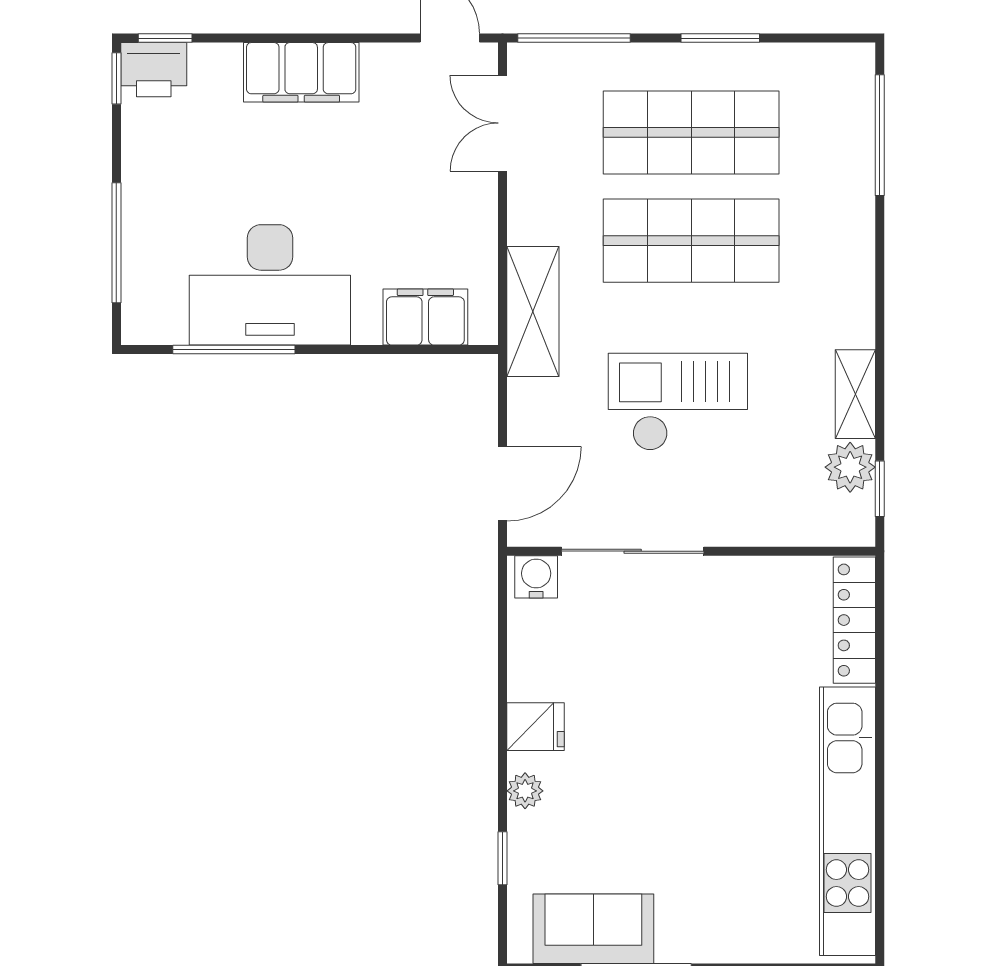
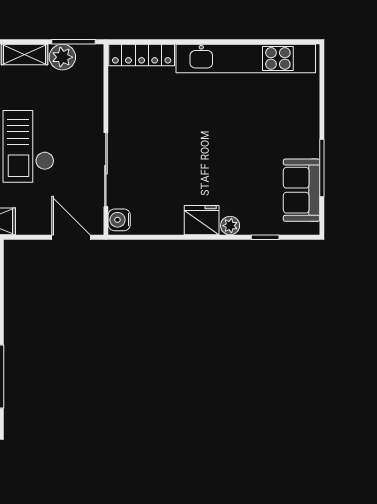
window: (880, 489) -> (73, 42), width x1.50
fridge: (536, 727) -> (202, 220), width x1.38

